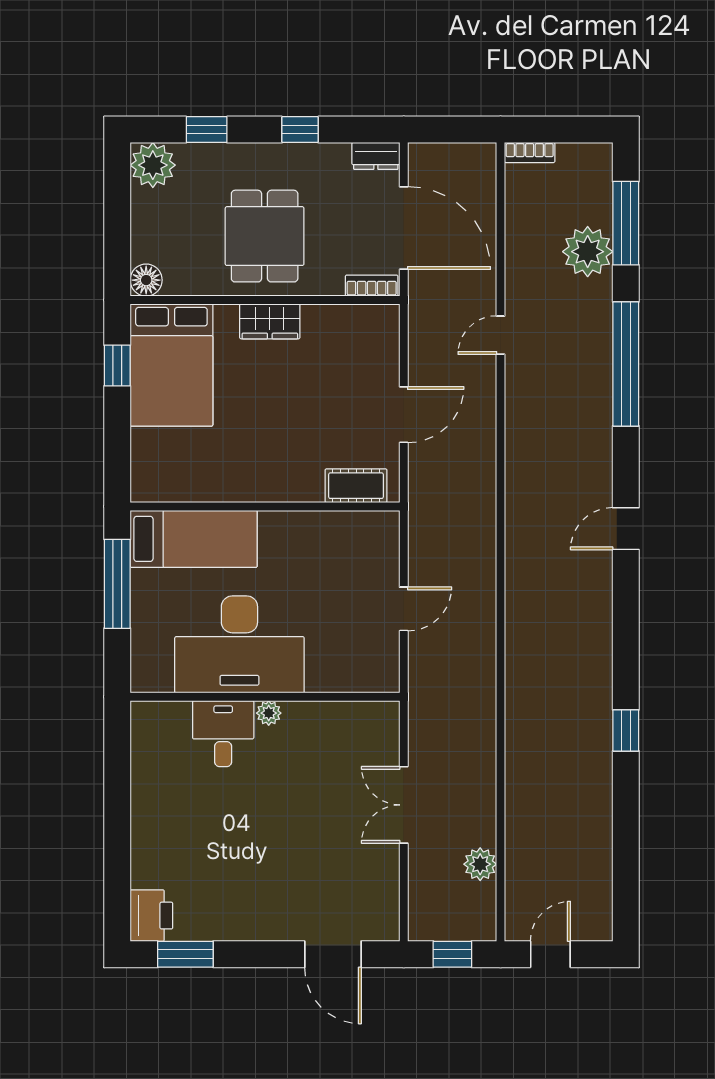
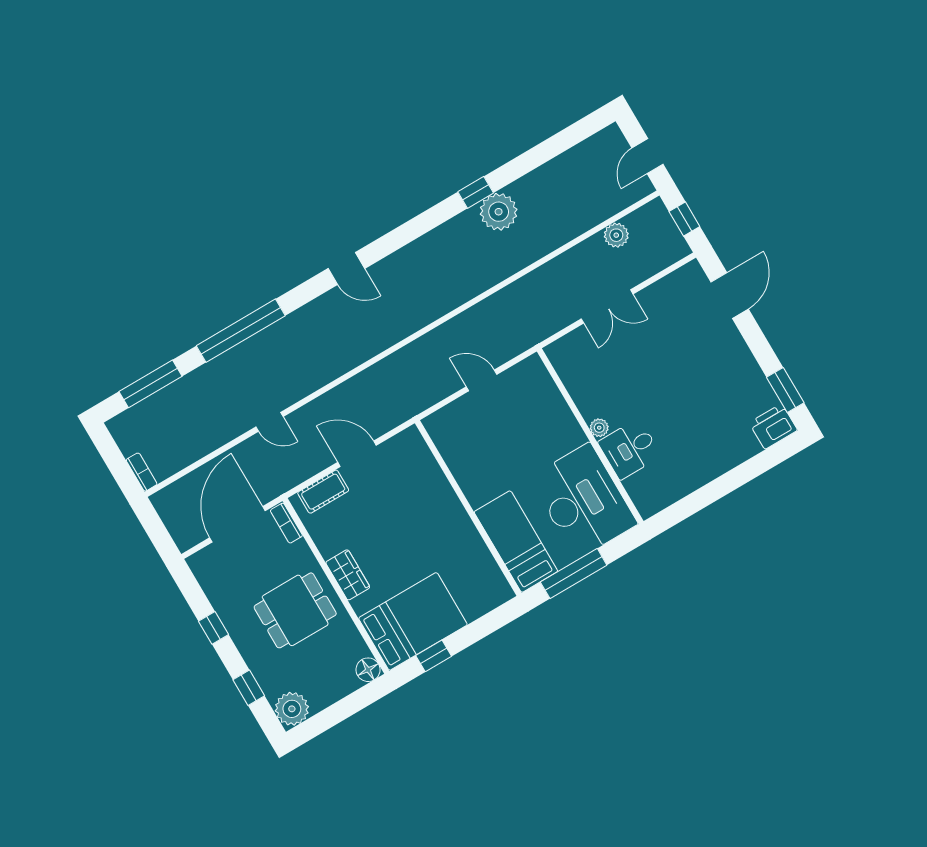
dresser: (376, 156) -> (202, 569), removed
plant: (588, 252) -> (499, 212), moved
cot: (356, 486) -> (323, 492), moved, turned 90
desk: (239, 644) -> (583, 501), moved
door: (550, 954) -> (647, 156), hinge flipped

